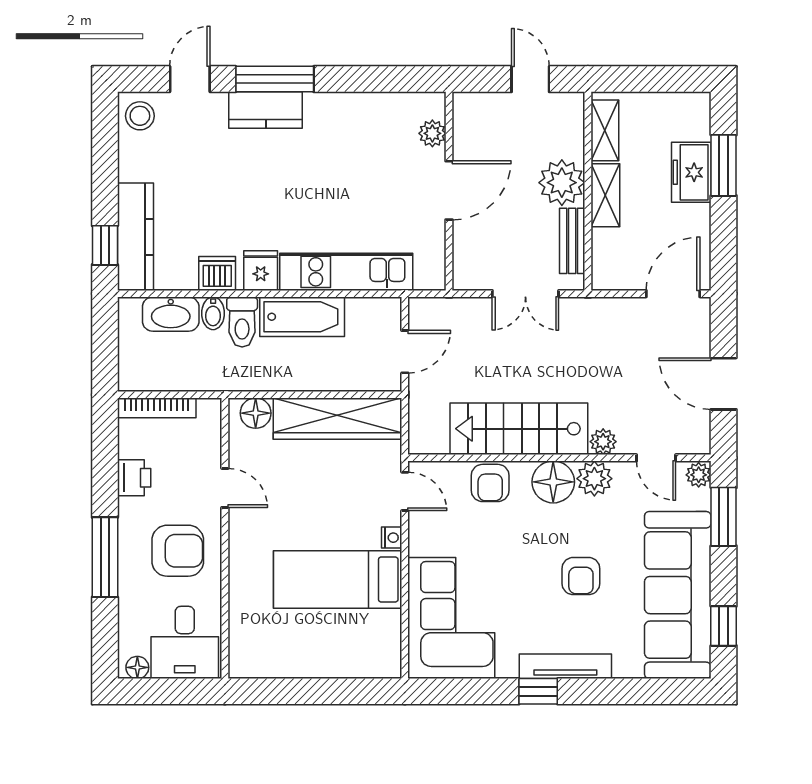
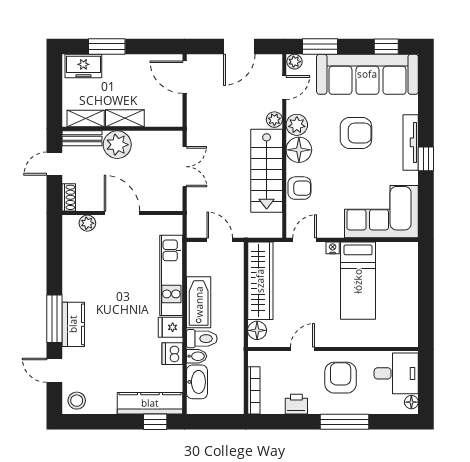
shoe rack: (475, 103) -> (69, 197), added
freezer: (691, 172) -> (83, 66), moved
bench: (572, 241) -> (82, 138), moved
armchair: (581, 576) -> (356, 133), width x1.38, depth x1.38

